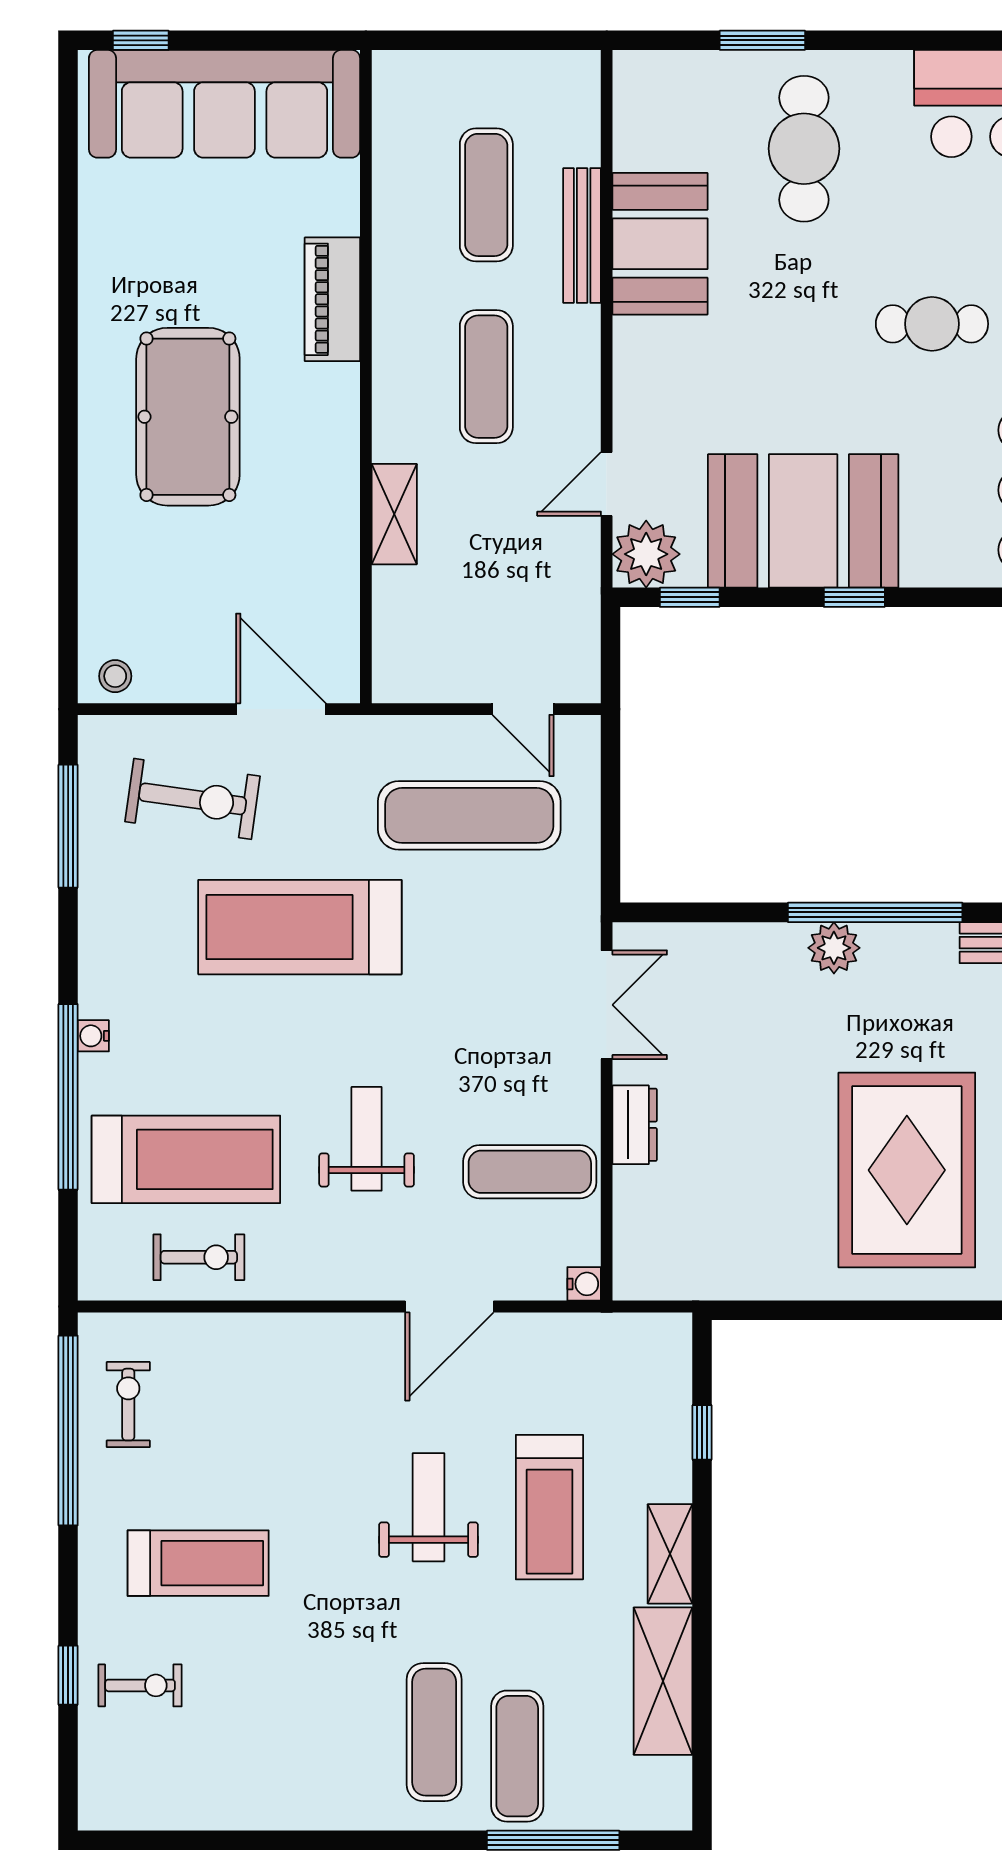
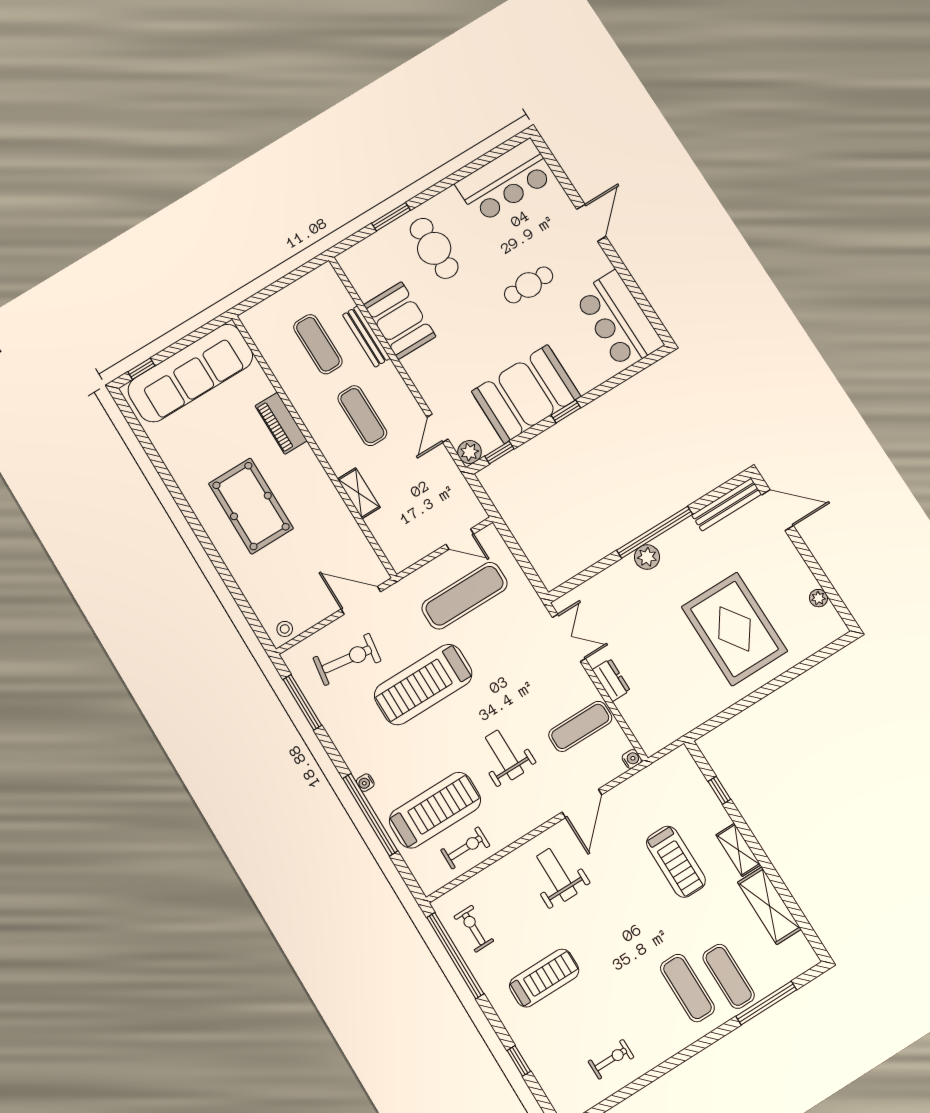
plant: (646, 554) -> (470, 452), width x0.73, depth x0.73
weight bench: (428, 1507) -> (557, 875), moved
exercise bike: (140, 1685) -> (611, 1059), moved

